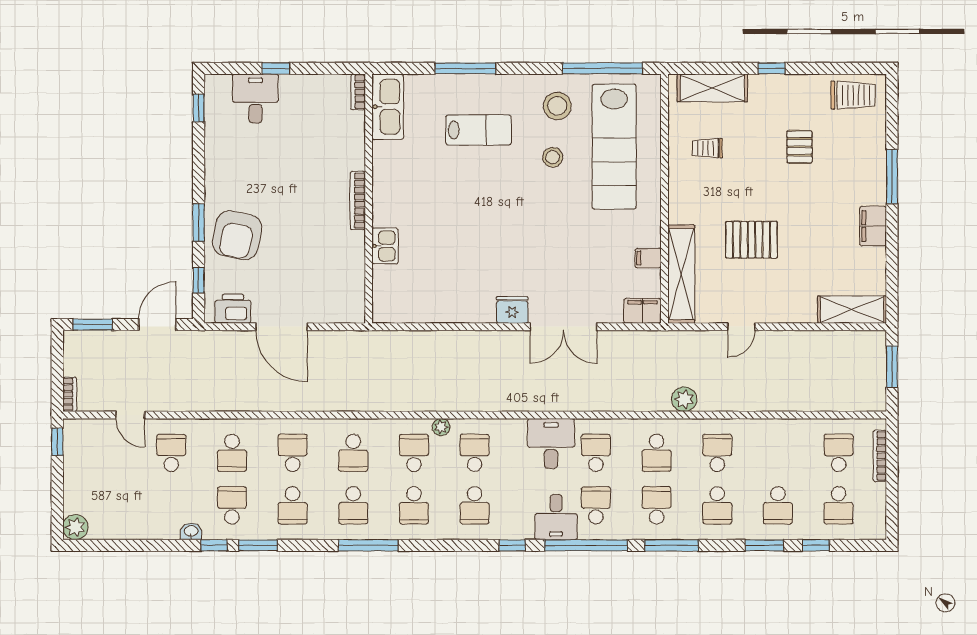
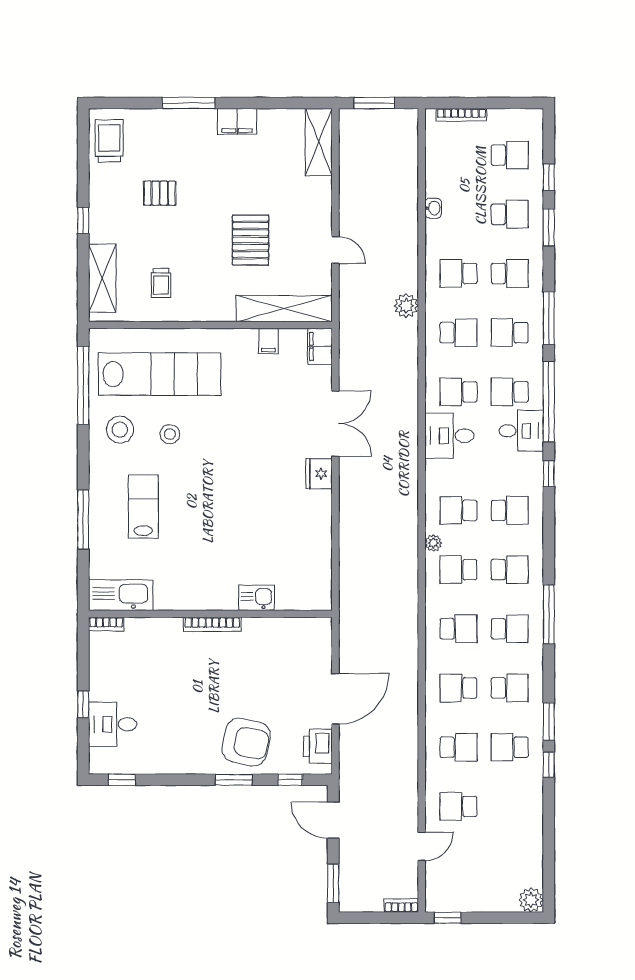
school desk: (839, 453) -> (458, 155), removed
washbasin: (191, 531) -> (433, 208), moved, turned 180

